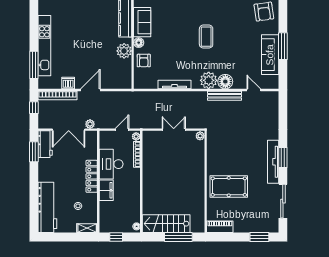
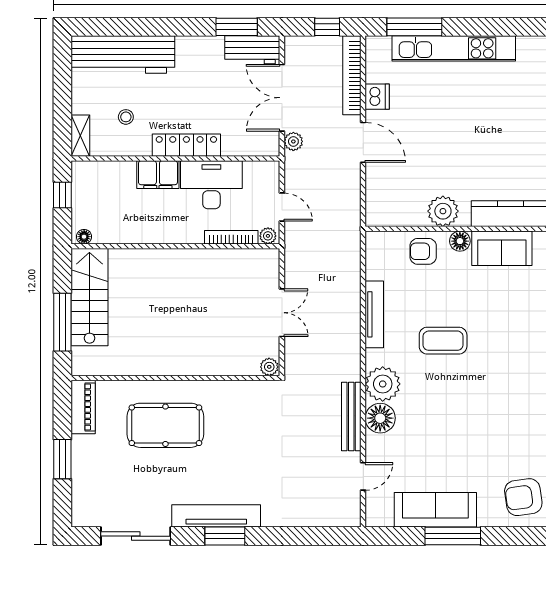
coffee table: (206, 37) -> (443, 341), moved
pool table: (229, 187) -> (165, 425), turned 90
window: (259, 237) -> (62, 459), moved

